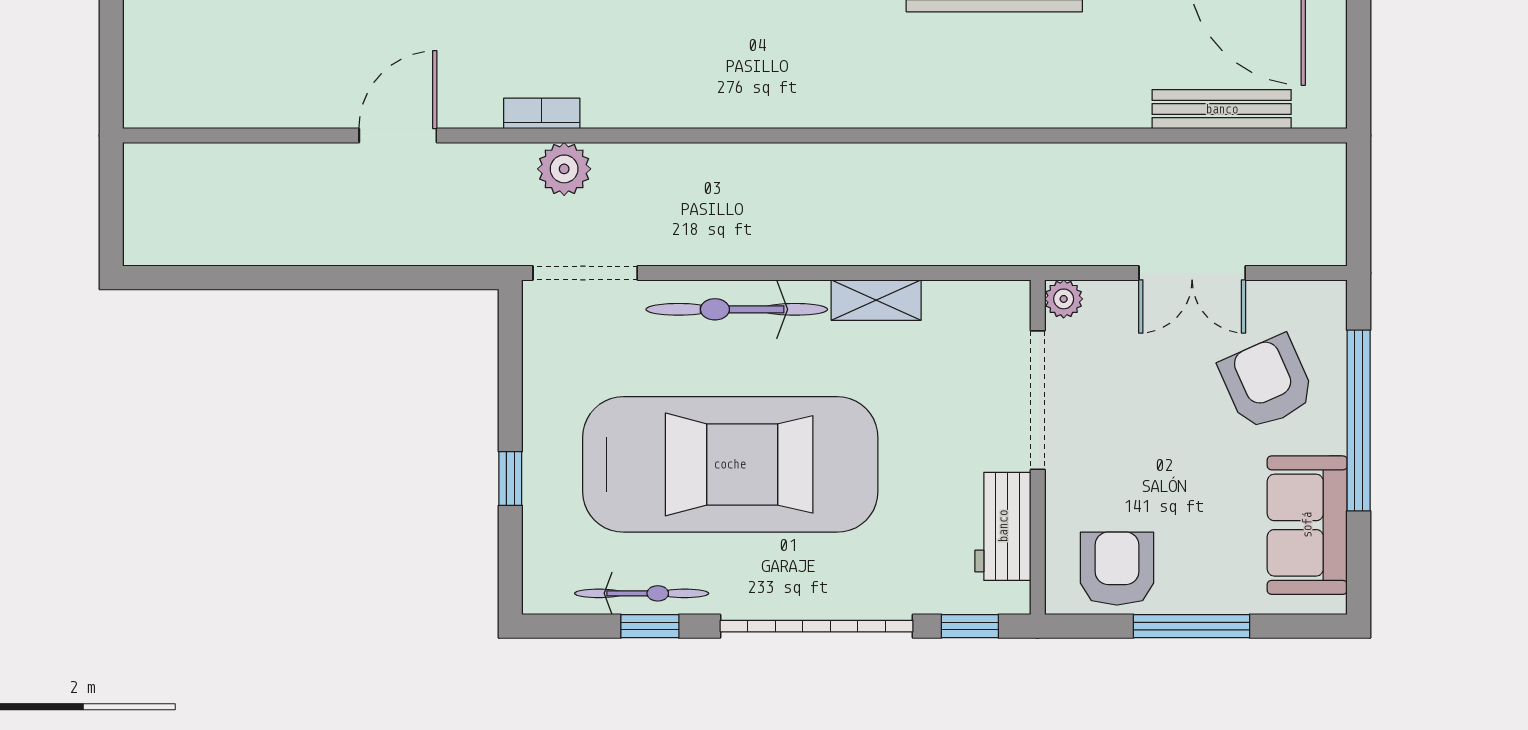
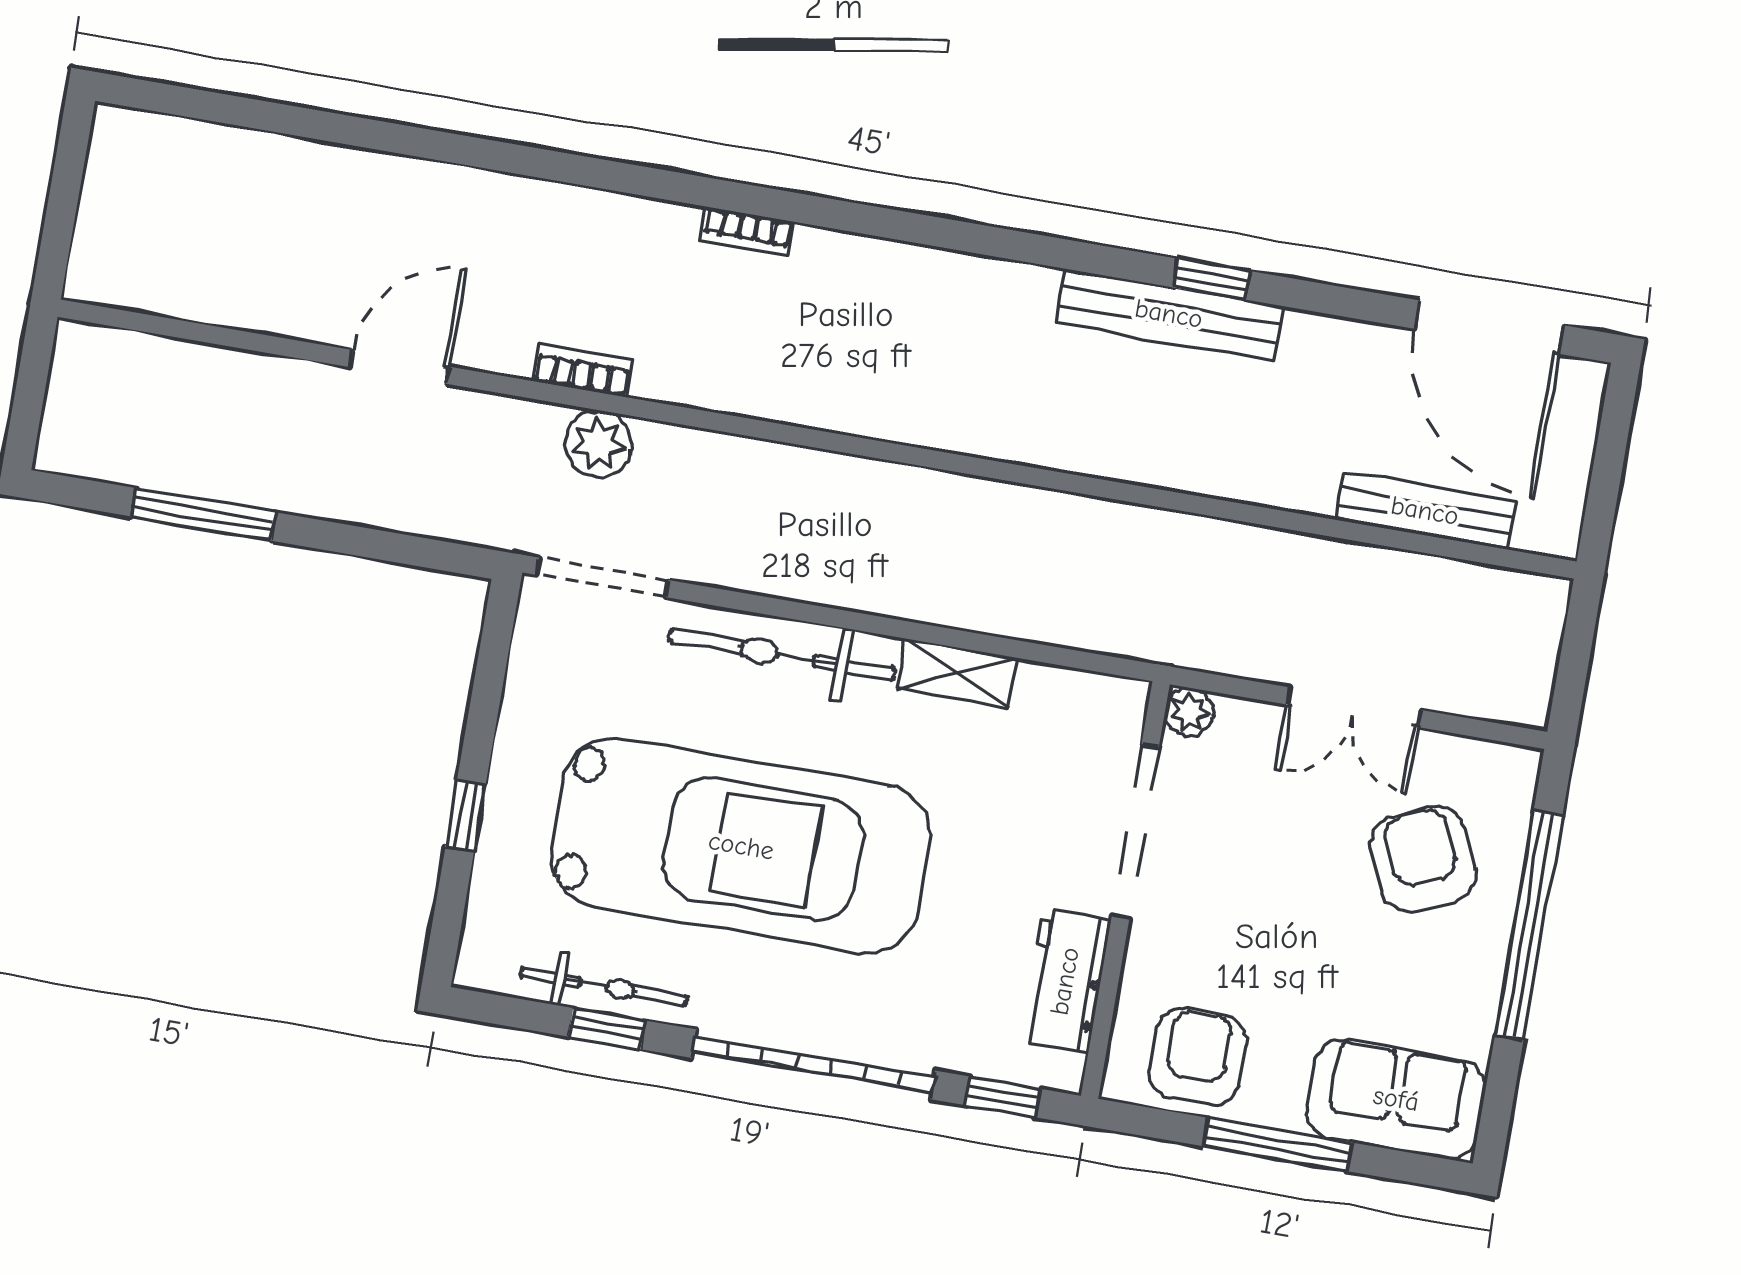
window: (264, 278) -> (203, 514), added
sofa: (1307, 525) -> (1396, 1099), moved, turned 90

